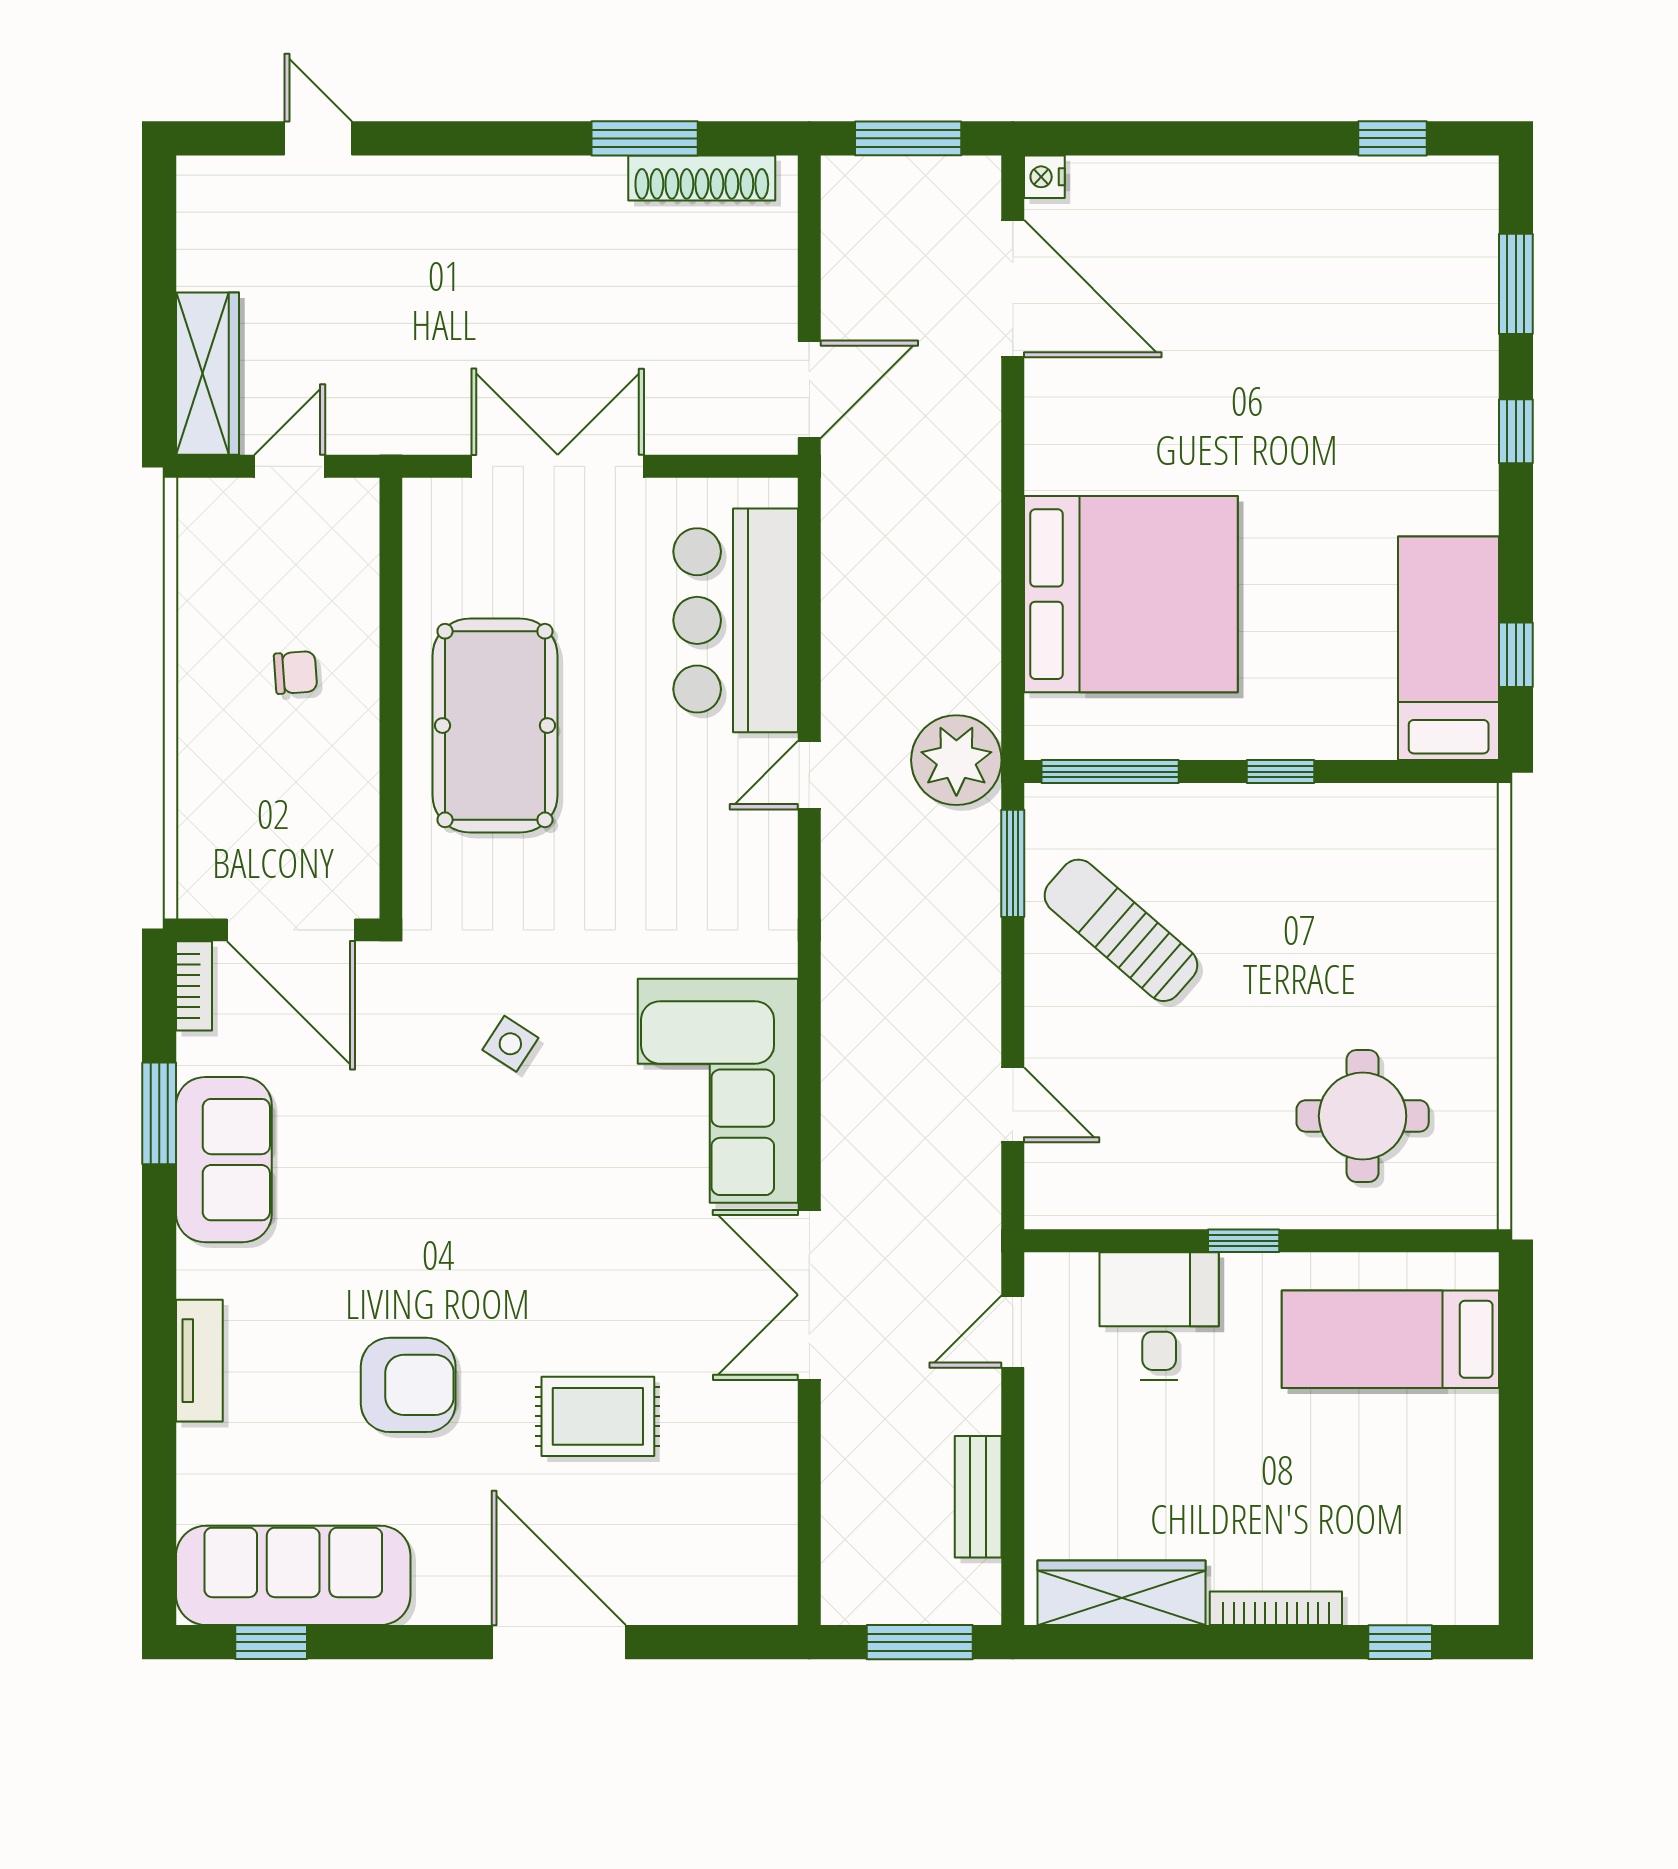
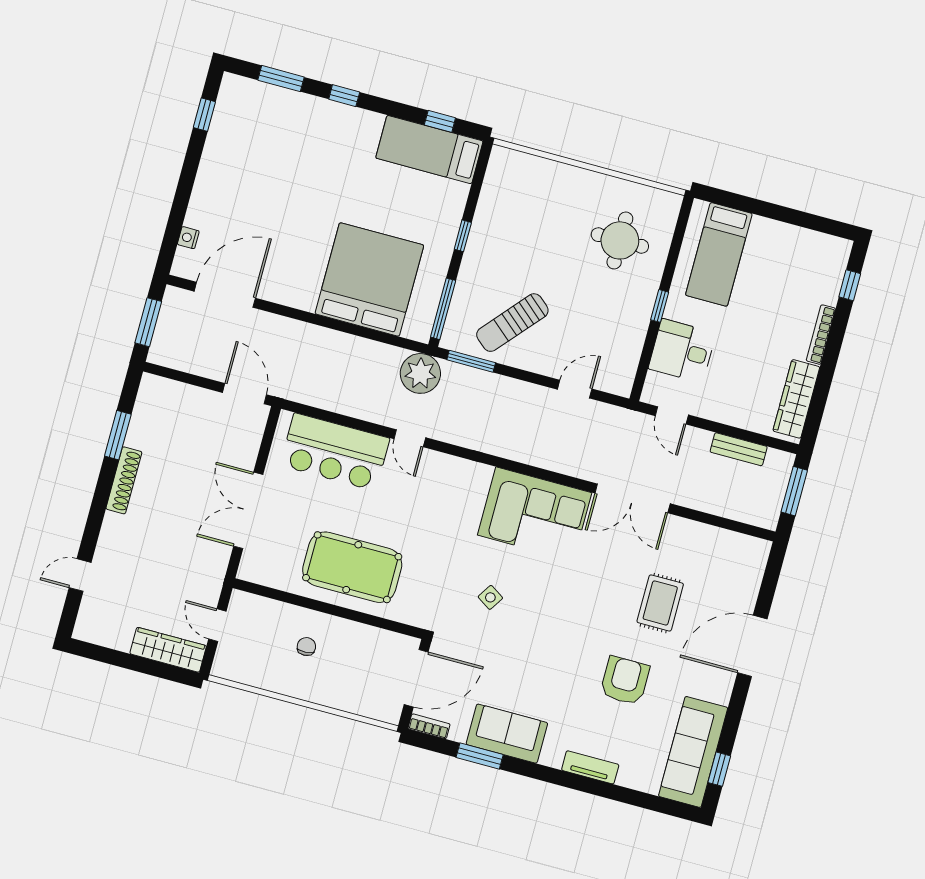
nightstand: (1044, 177) -> (188, 238), moved, turned 90
shoe rack: (702, 178) -> (124, 480), moved

